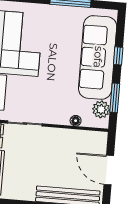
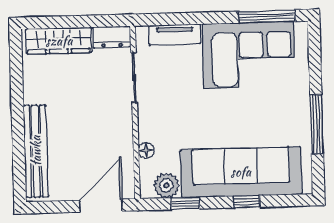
window: (115, 98) -> (185, 203), width x0.67
door: (109, 170) -> (101, 206), moved

